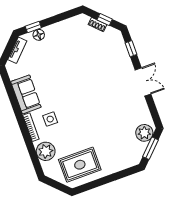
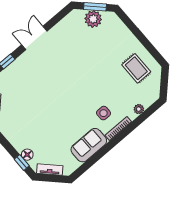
plant: (144, 133) -> (93, 19), moved
plant: (46, 151) -> (139, 109), width x0.53, depth x0.53
rug: (80, 165) -> (136, 68), width x0.73, depth x0.70

